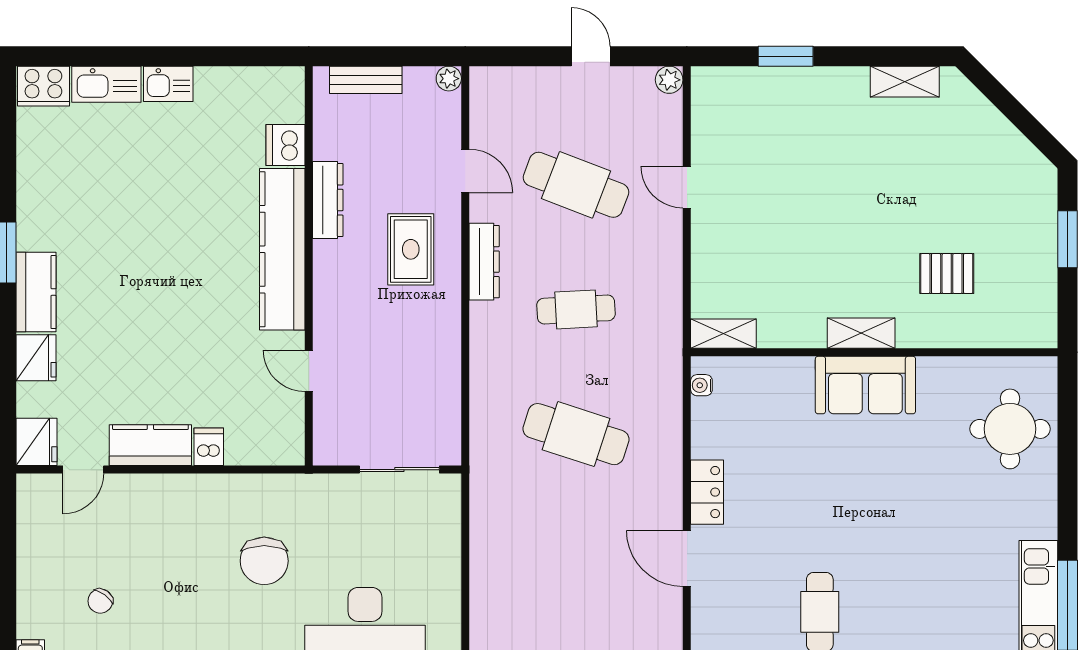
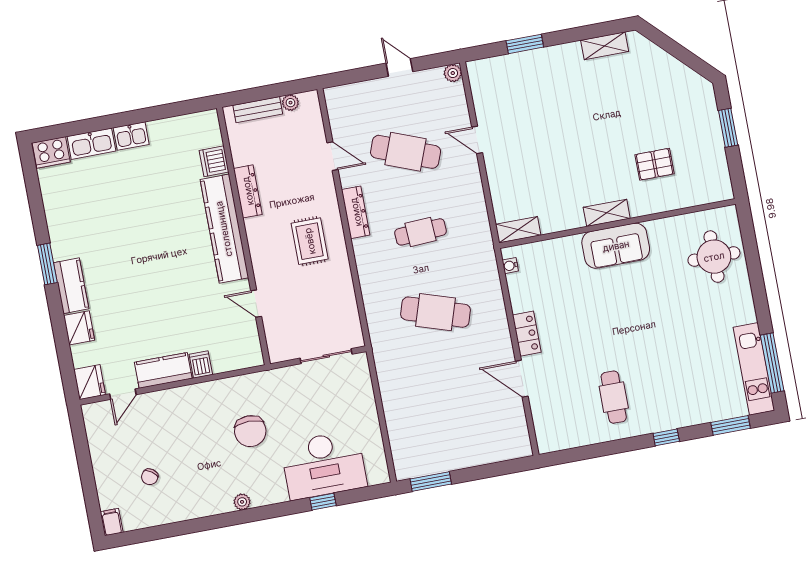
plant: (449, 79) -> (290, 103), moved
rug: (411, 249) -> (310, 241), moved

